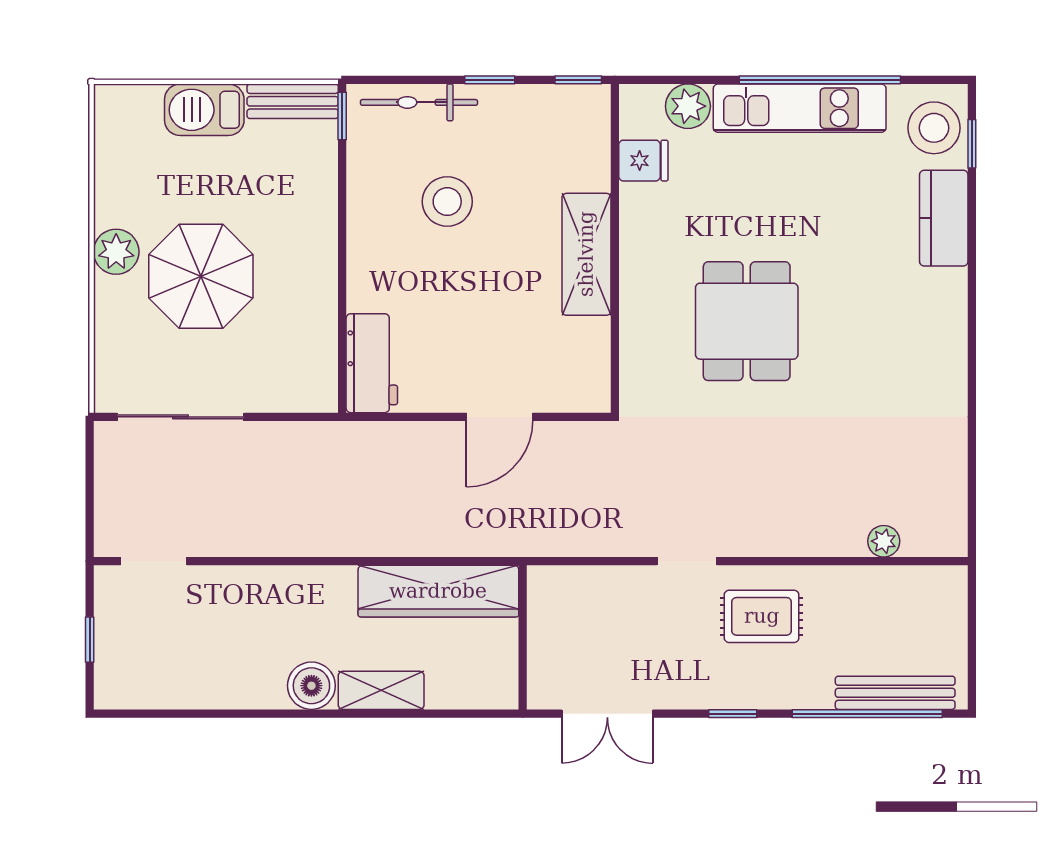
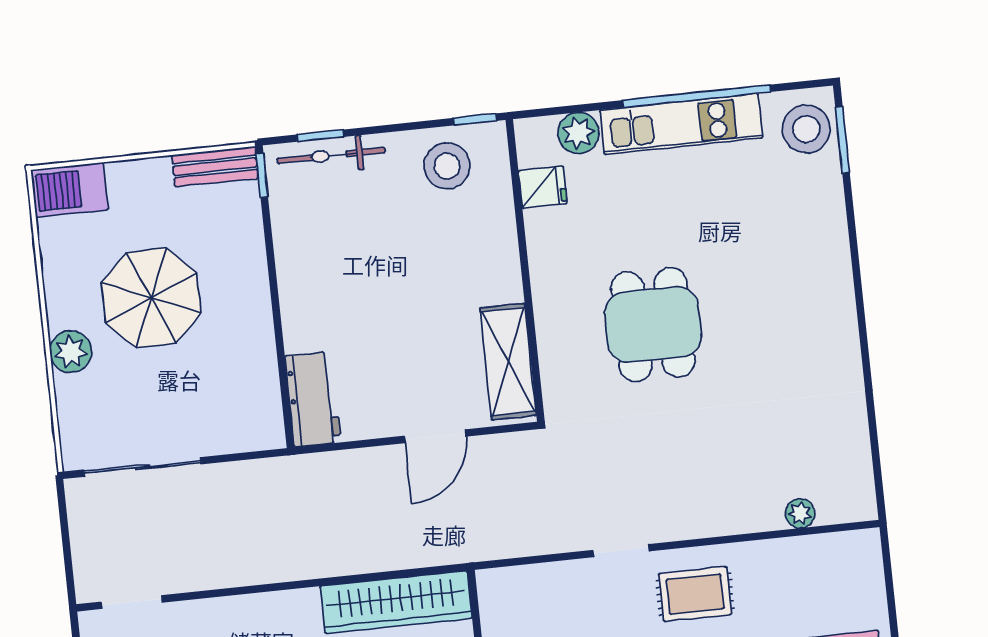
window: (490, 80) -> (321, 136), moved
barbecue: (204, 110) -> (70, 190), moved
window: (972, 144) -> (843, 140), width x1.50
stool: (447, 202) -> (447, 166), moved
kitchen counter: (944, 218) -> (824, 211), removed
plant: (116, 252) -> (71, 352), moved
shelving: (586, 254) -> (508, 362), moved
parasol: (201, 276) -> (151, 298), moved

